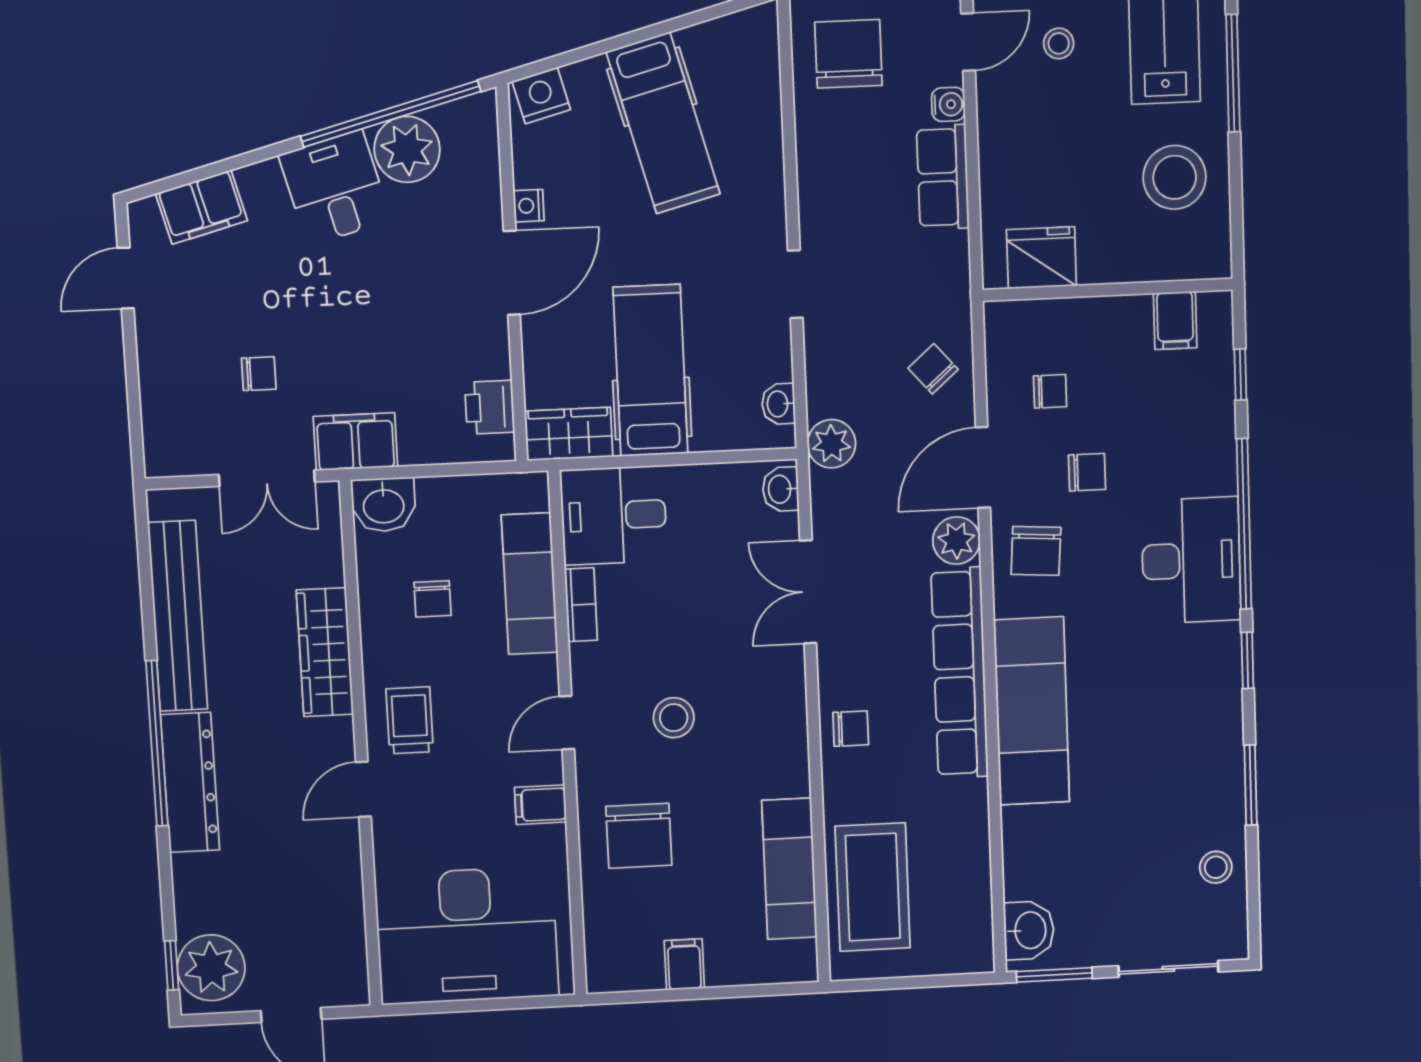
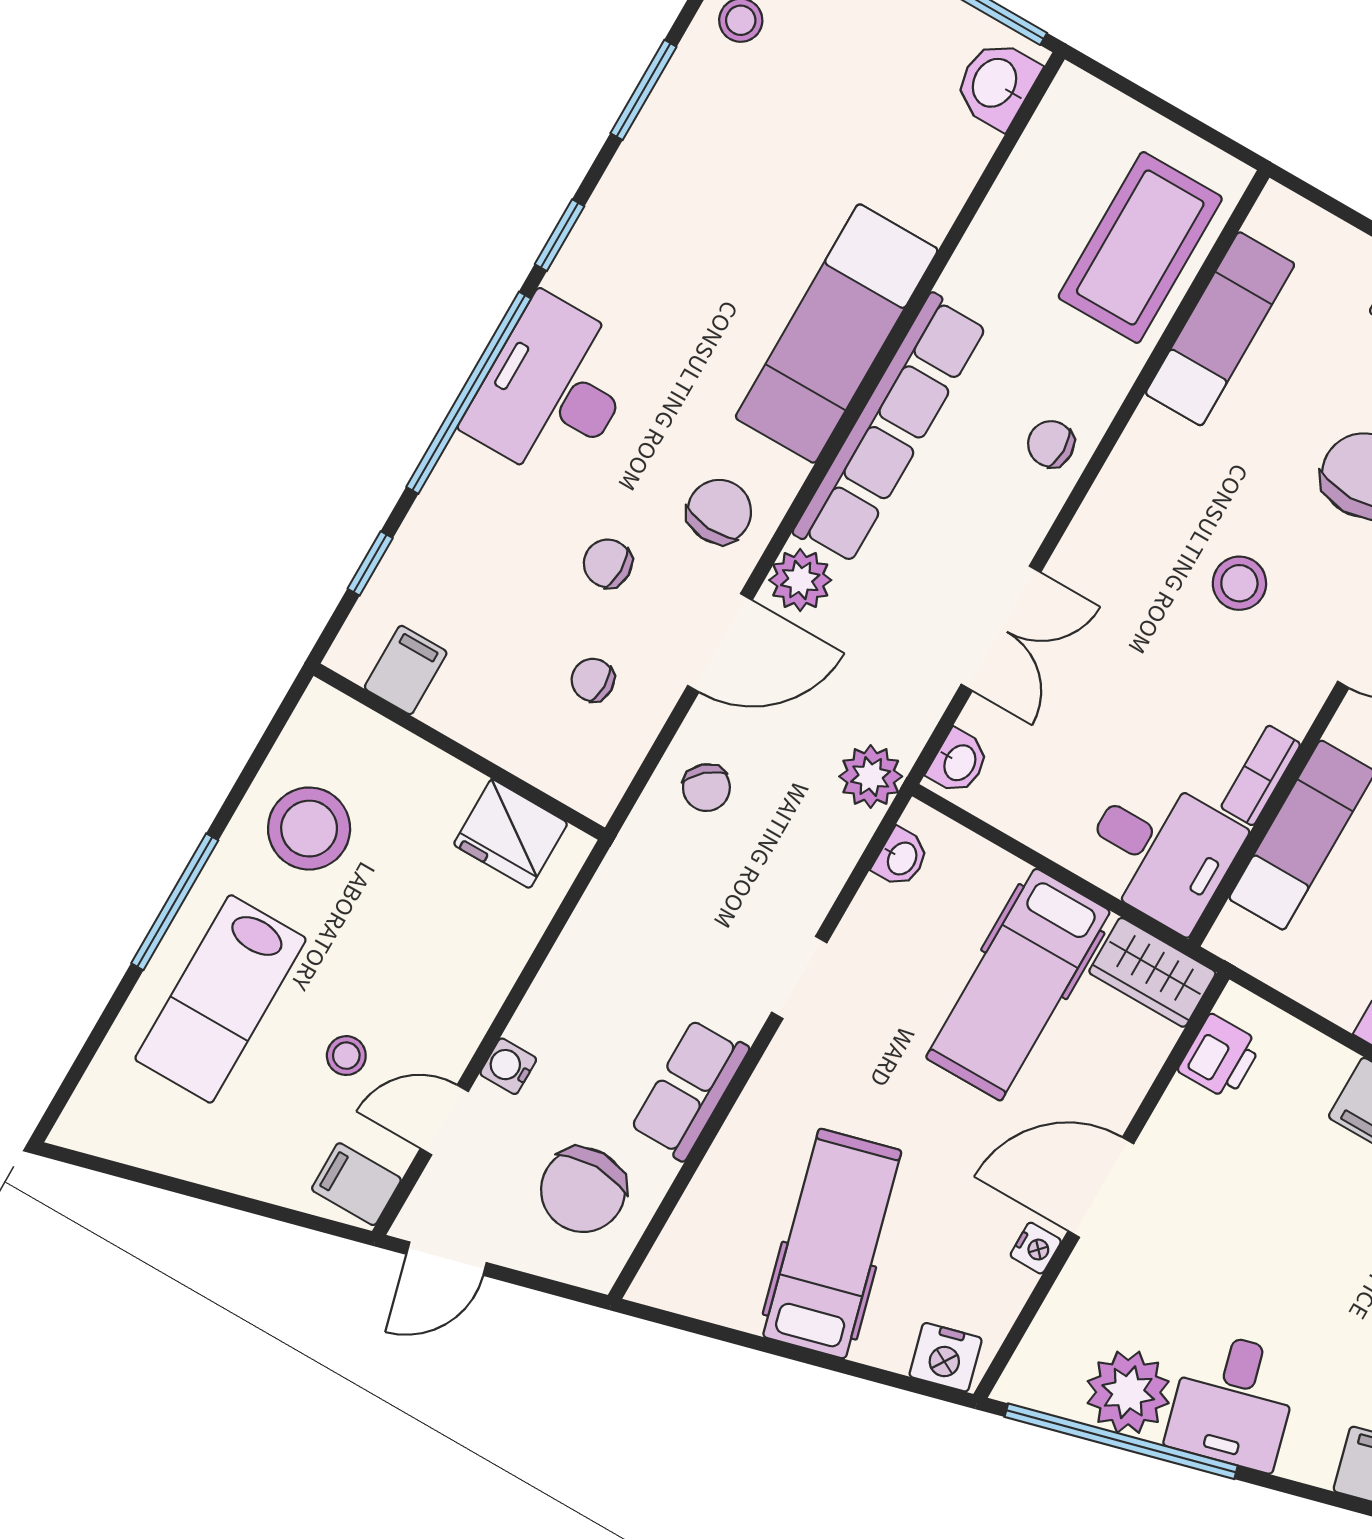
row of seats: (943, 177) -> (690, 1089), moved, turned 180

